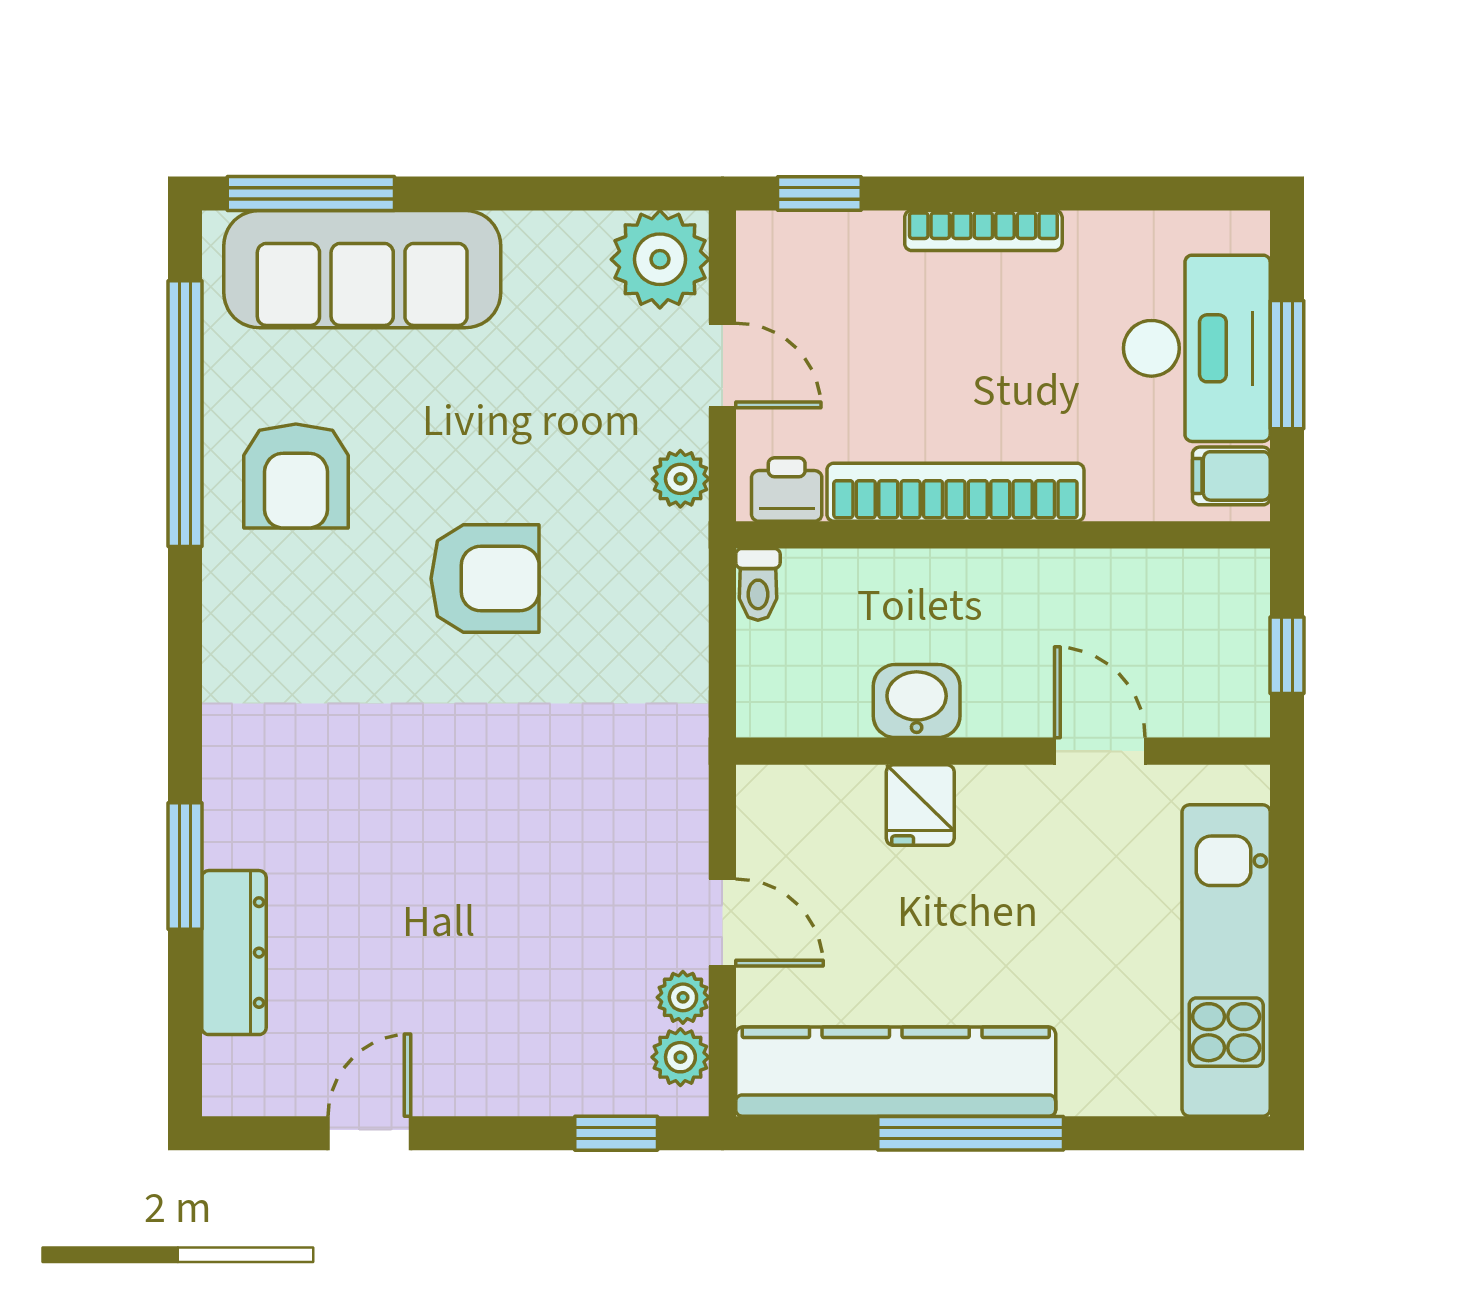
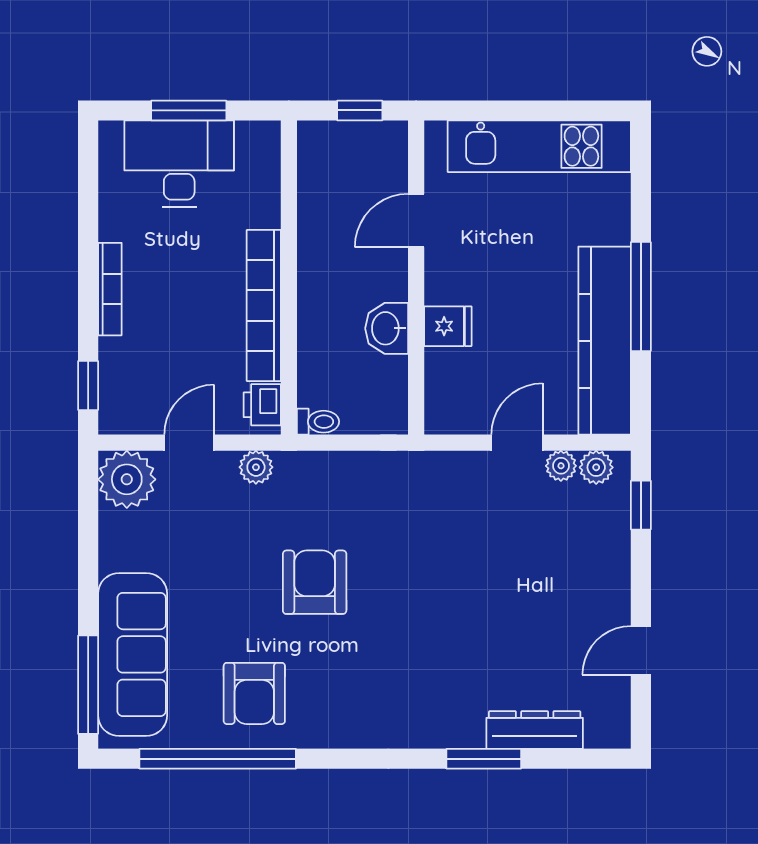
armchair: (296, 476) -> (254, 693), turned 90
filing cabinet: (1231, 476) -> (254, 143), removed
door: (369, 1133) -> (641, 650), hinge flipped

